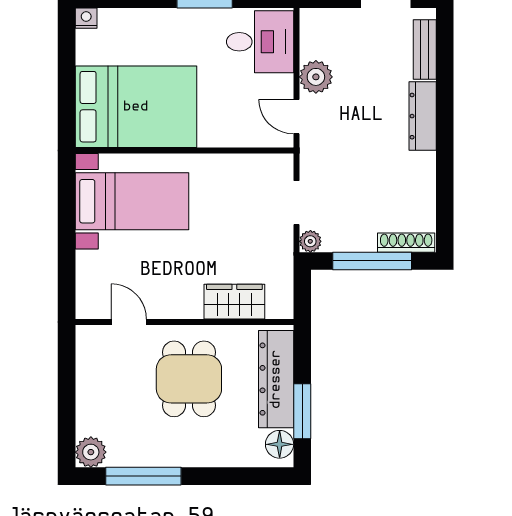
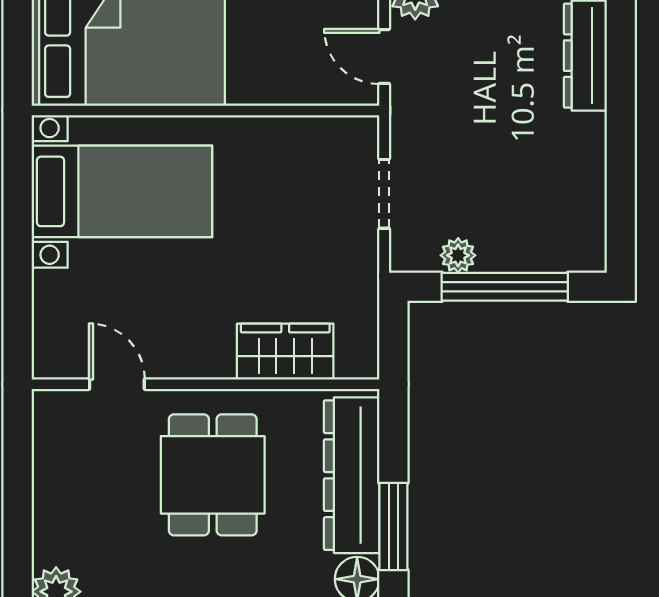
plant: (310, 241) -> (458, 255), moved
shoe rack: (406, 243) -> (559, 257), removed

